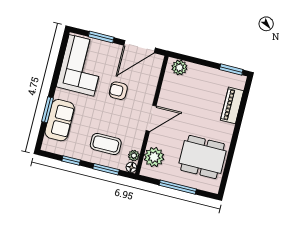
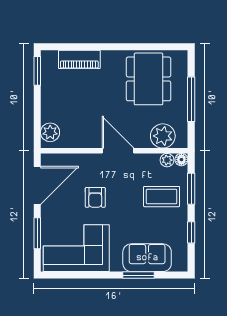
door: (140, 47) -> (37, 185), hinge flipped
coffee table: (106, 144) -> (162, 197), turned 90

